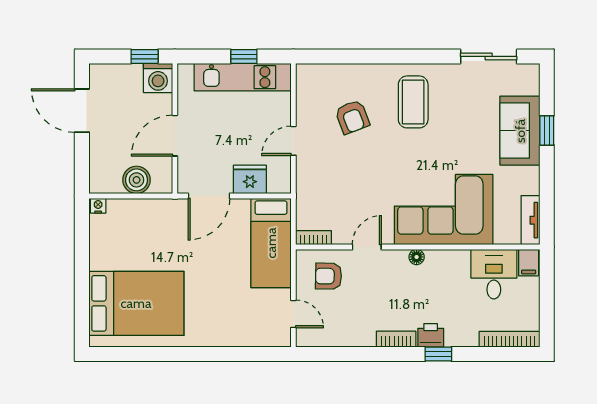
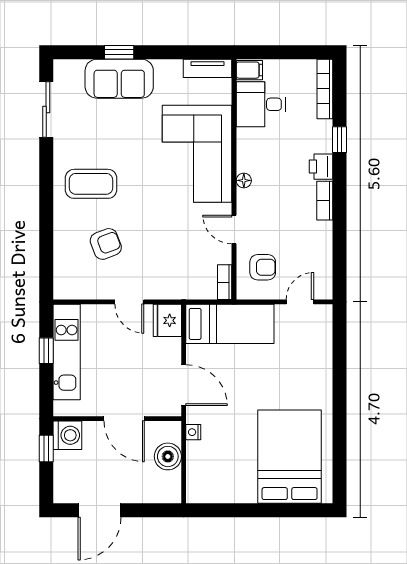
fridge: (250, 179) -> (167, 320), moved
nightstand: (98, 206) -> (193, 432), moved
armchair: (329, 276) -> (263, 267), turned -91
window: (438, 354) -> (339, 140), moved

